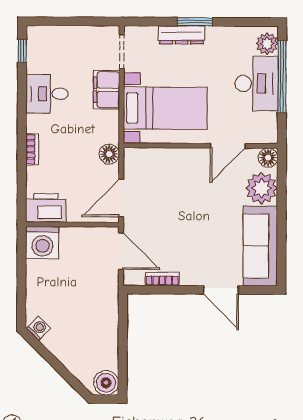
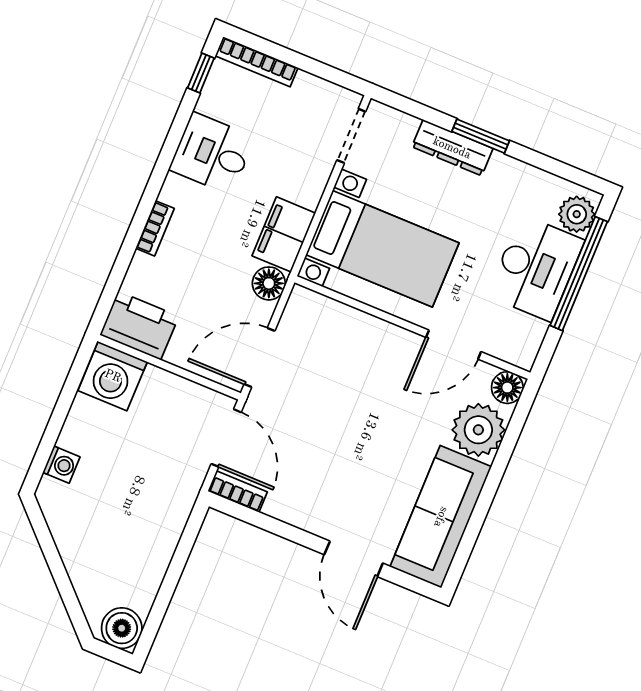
bookcase: (51, 32) -> (257, 62), added
filing cabinet: (106, 90) -> (284, 234), moved
bookcase: (162, 279) -> (238, 492), moved
washing machine: (38, 328) -> (61, 465), moved, turned 45

